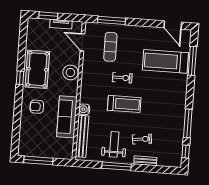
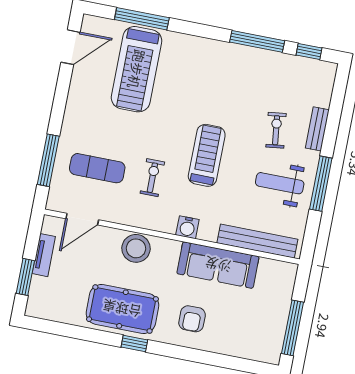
exercise bike: (122, 78) -> (152, 178), moved
water cooler: (84, 109) -> (187, 227), moved

